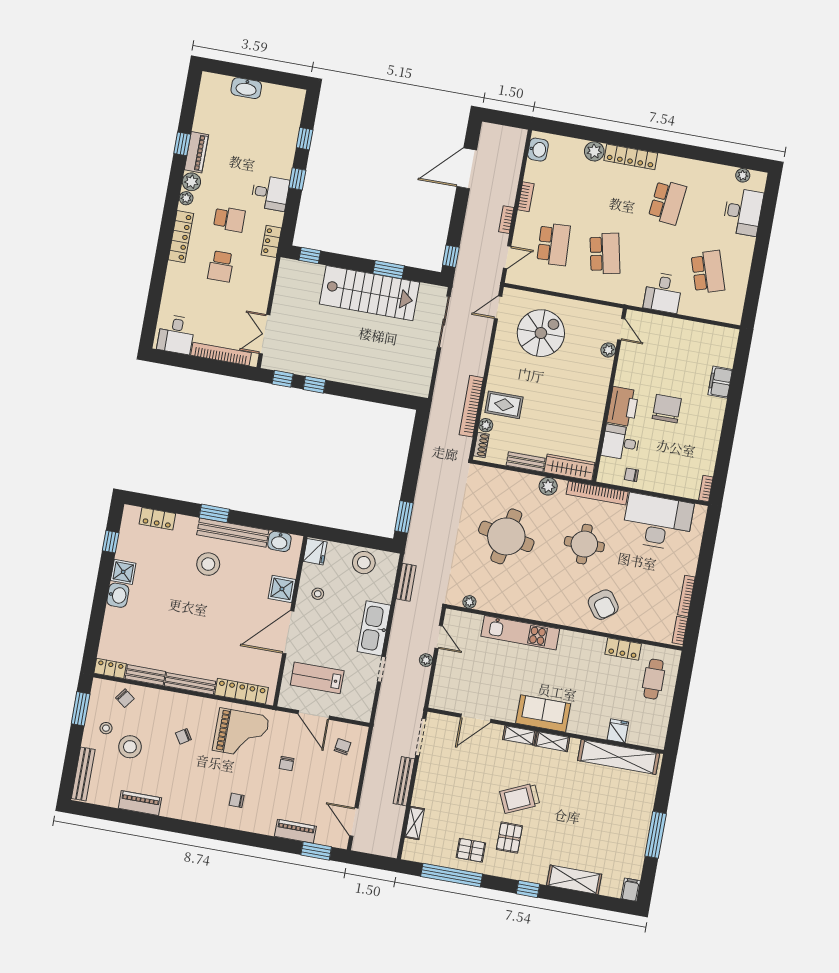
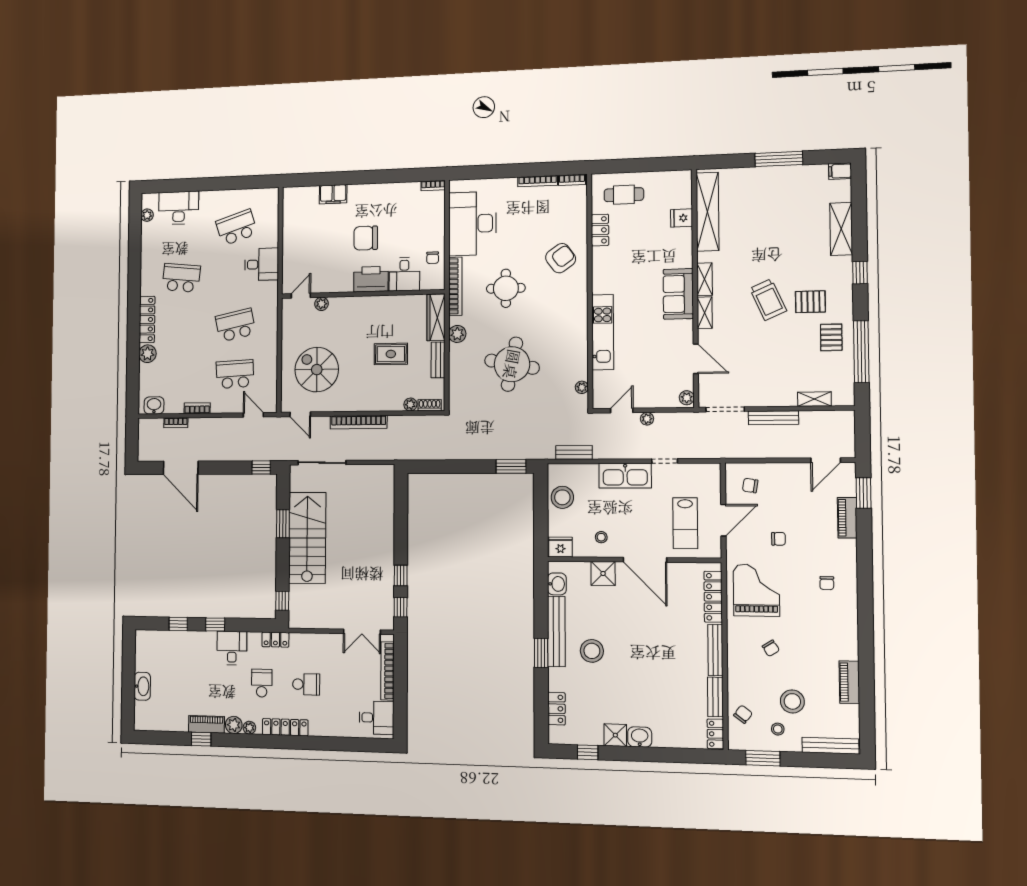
bookcase: (506, 220) -> (176, 423), moved
rug: (504, 405) -> (391, 354), moved, turned 90
bookcase: (471, 406) -> (359, 422), moved
plant: (439, 702) -> (687, 398), added

